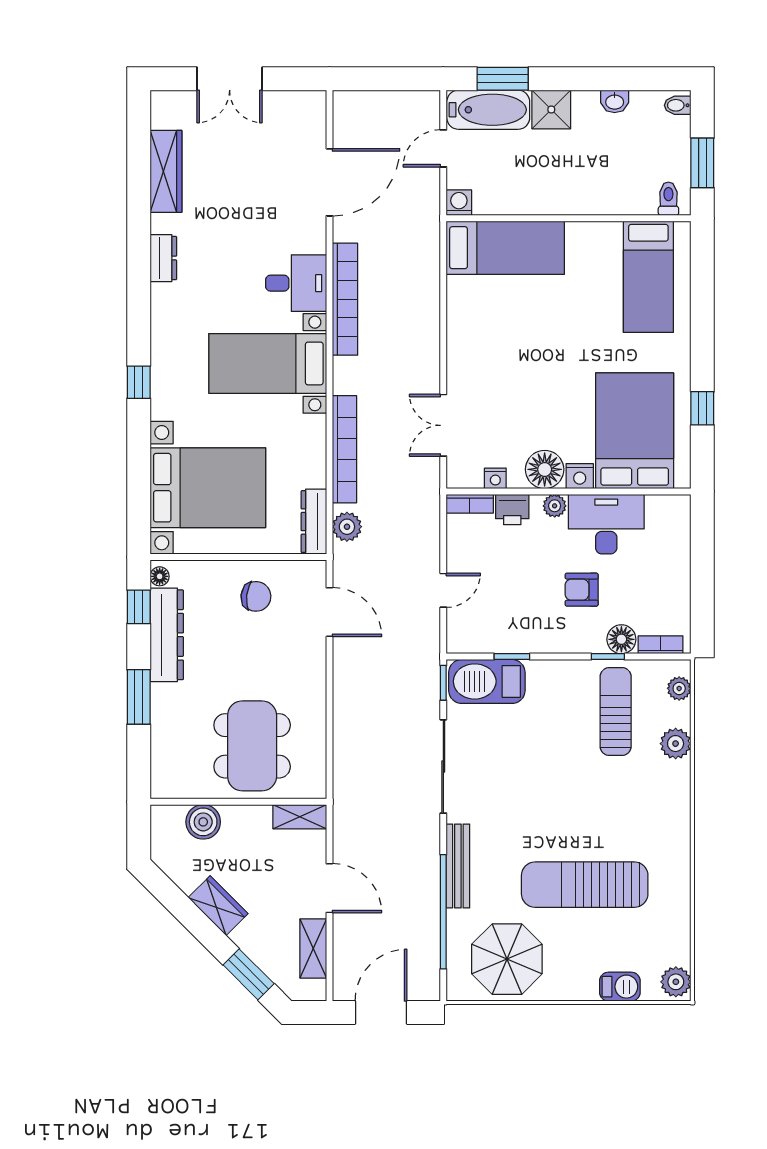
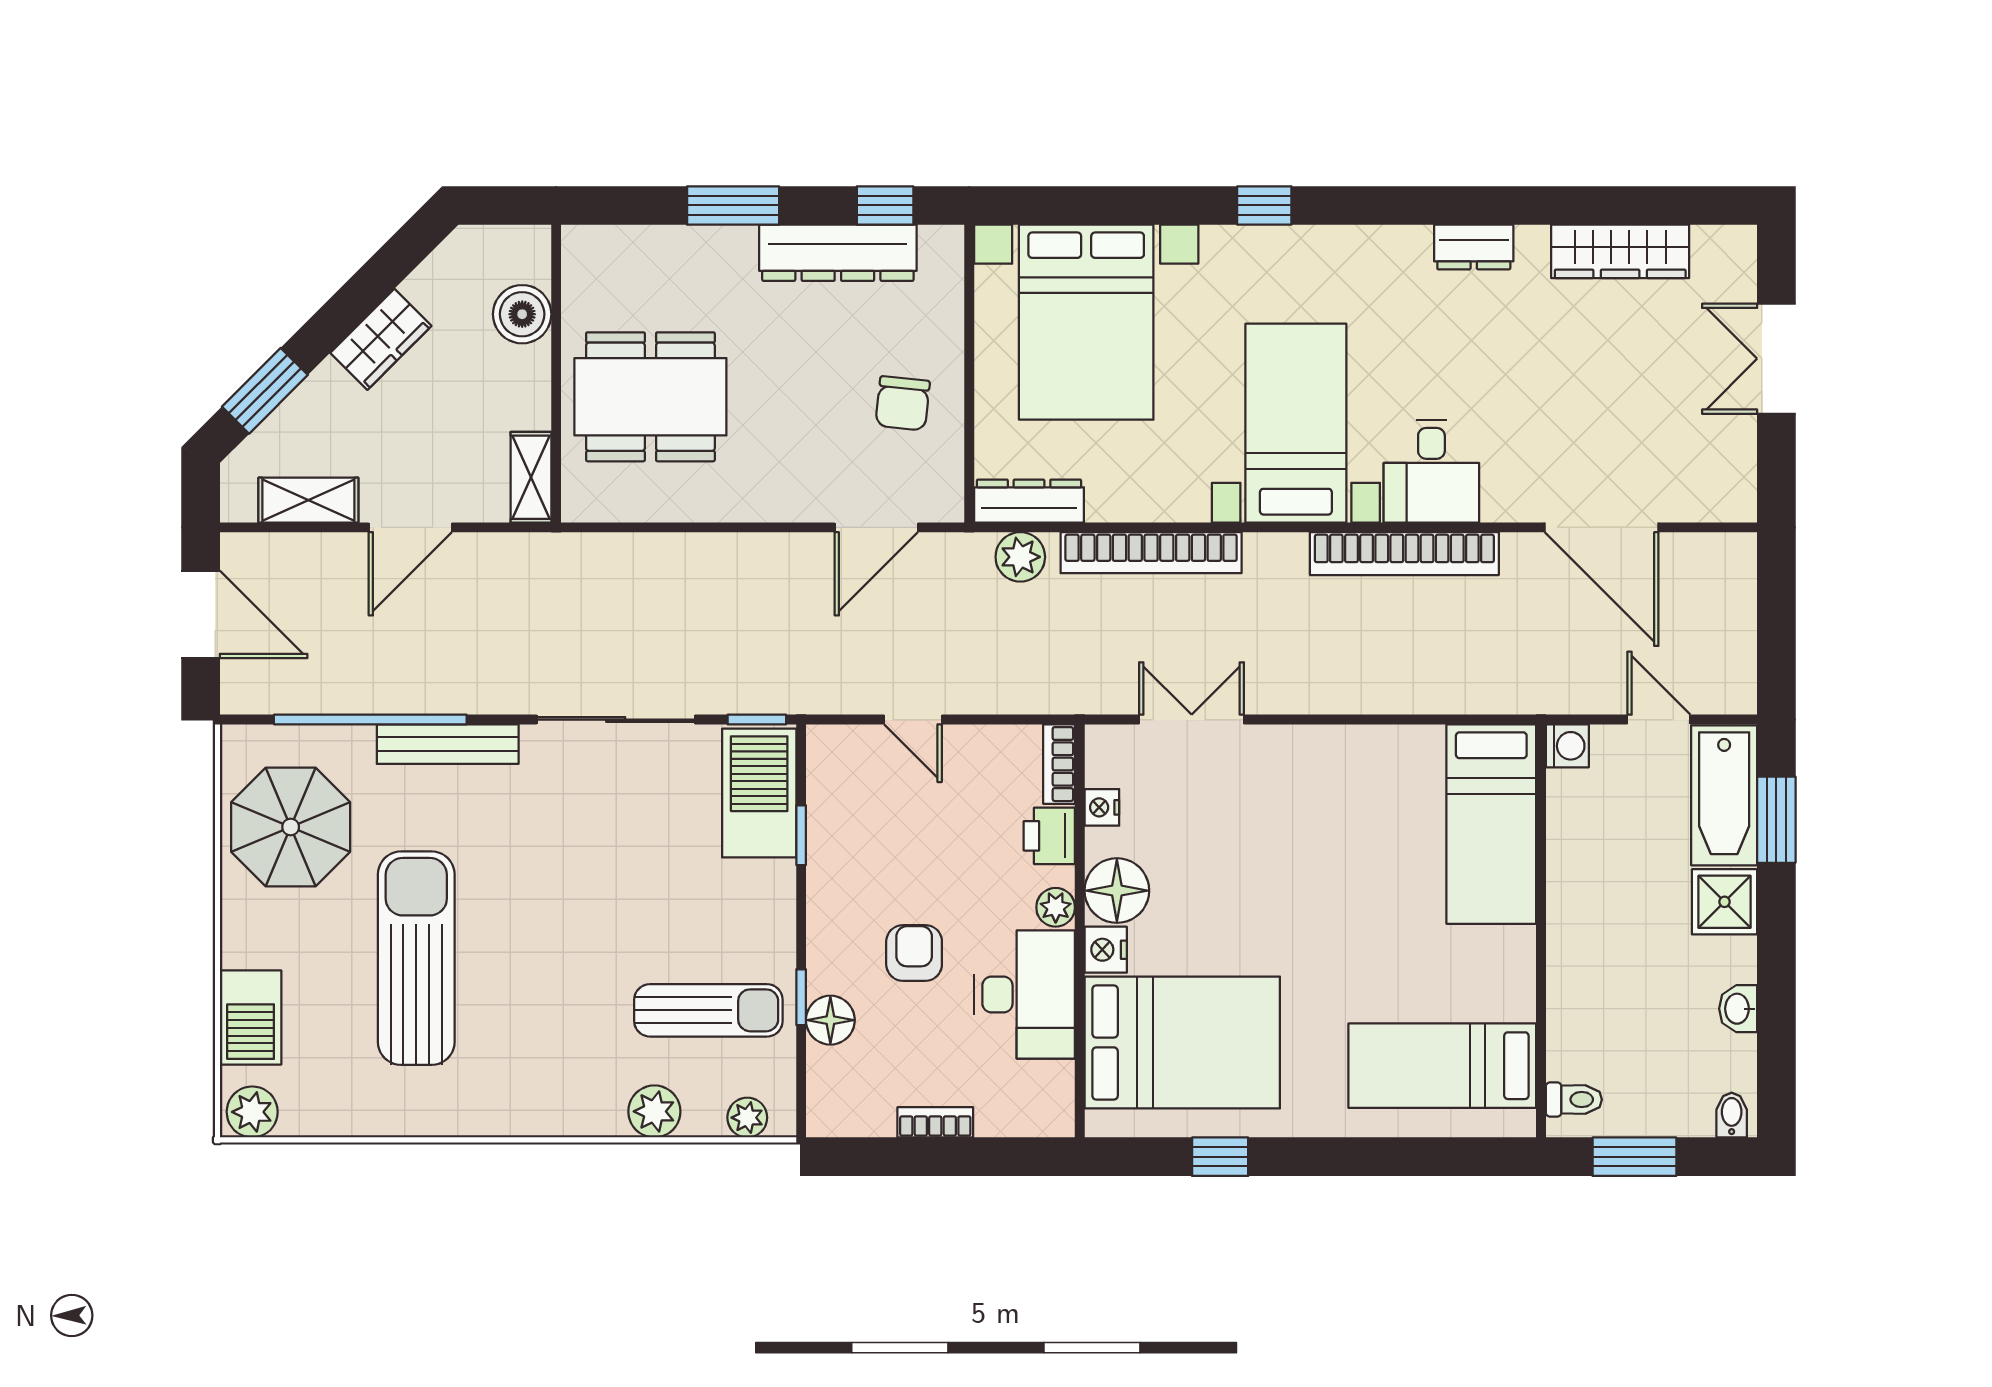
floor lamp: (160, 576) -> (937, 241), removed
bookcase: (661, 645) -> (935, 1122), moved, turned -90
barbecue: (620, 987) -> (251, 1018), width x1.38, depth x1.27

